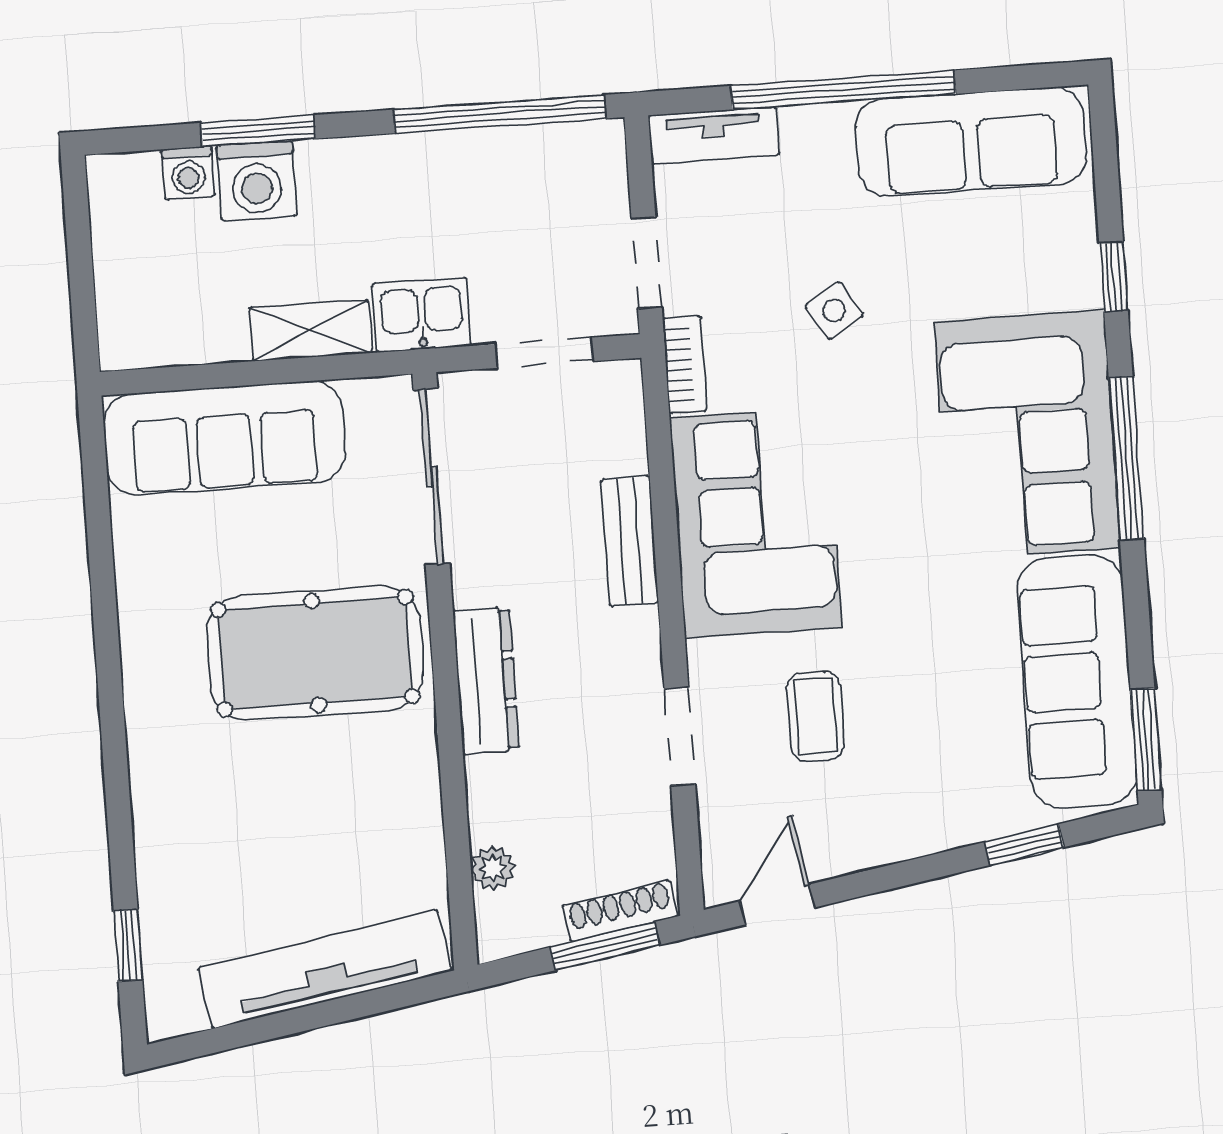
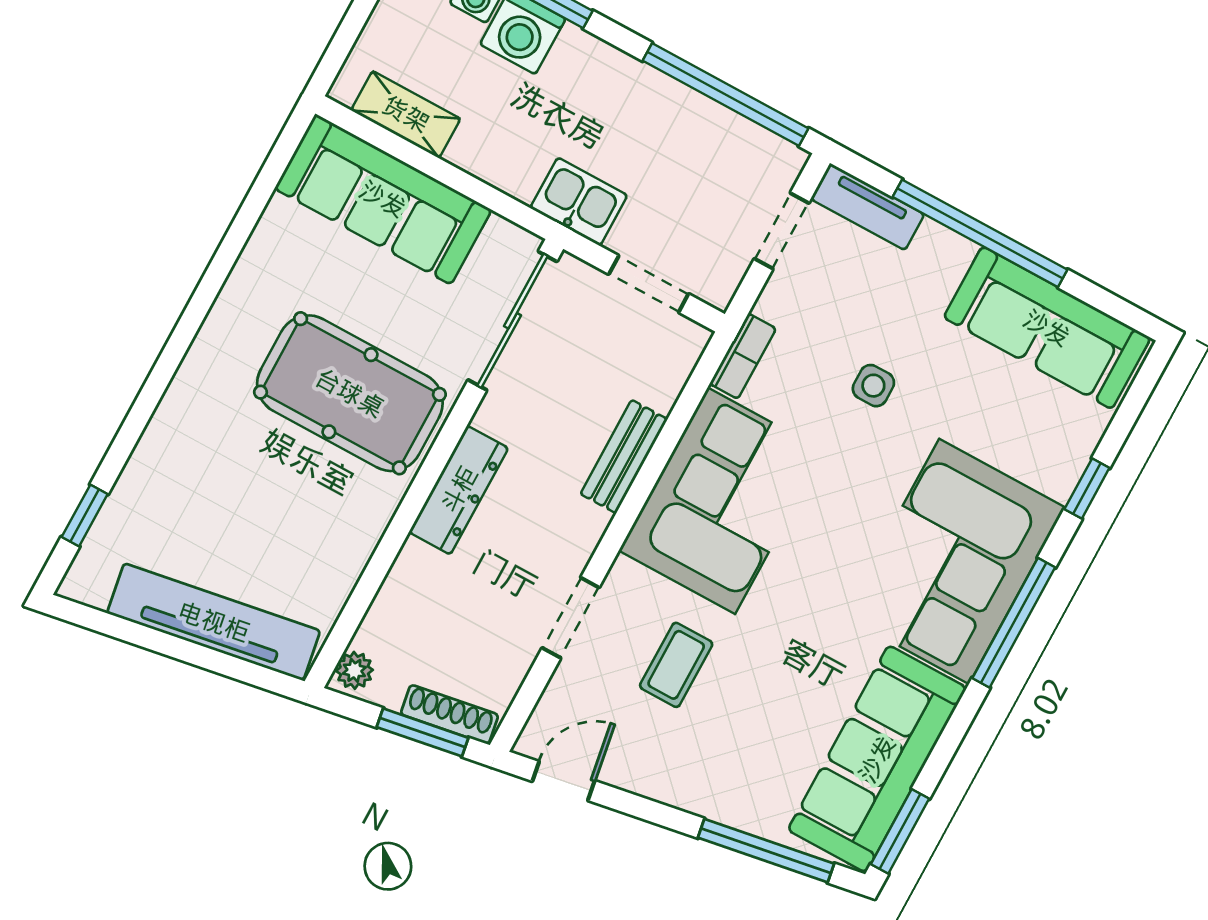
doorway: (647, 263) -> (782, 231), moved
side table: (834, 310) -> (873, 386), turned 32
shelving: (311, 330) -> (406, 114), moved
window: (1024, 845) -> (766, 851), width x2.17
plant: (493, 868) -> (354, 670), moved

